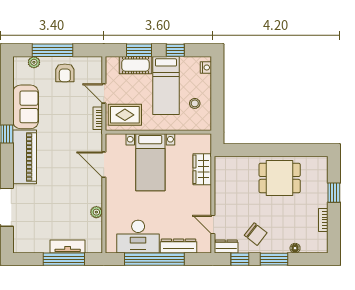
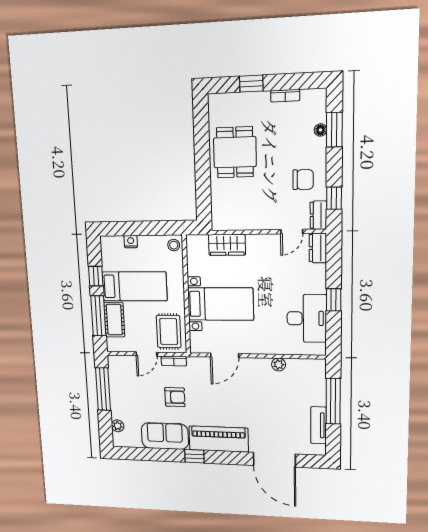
window: (52, 50) -> (103, 389), moved
window: (139, 50) -> (98, 316), width x1.44
nightstand: (206, 67) -> (131, 242), moved
armchair: (65, 73) -> (175, 397), moved
stool: (195, 103) -> (174, 245), moved
chair: (256, 234) -> (303, 180), turned 52
dresser: (178, 246) -> (318, 248), moved, width x0.70
tv unit: (68, 247) -> (318, 425), moved
window: (154, 259) -> (334, 300), width x0.32
window: (274, 259) -> (334, 130), moved

